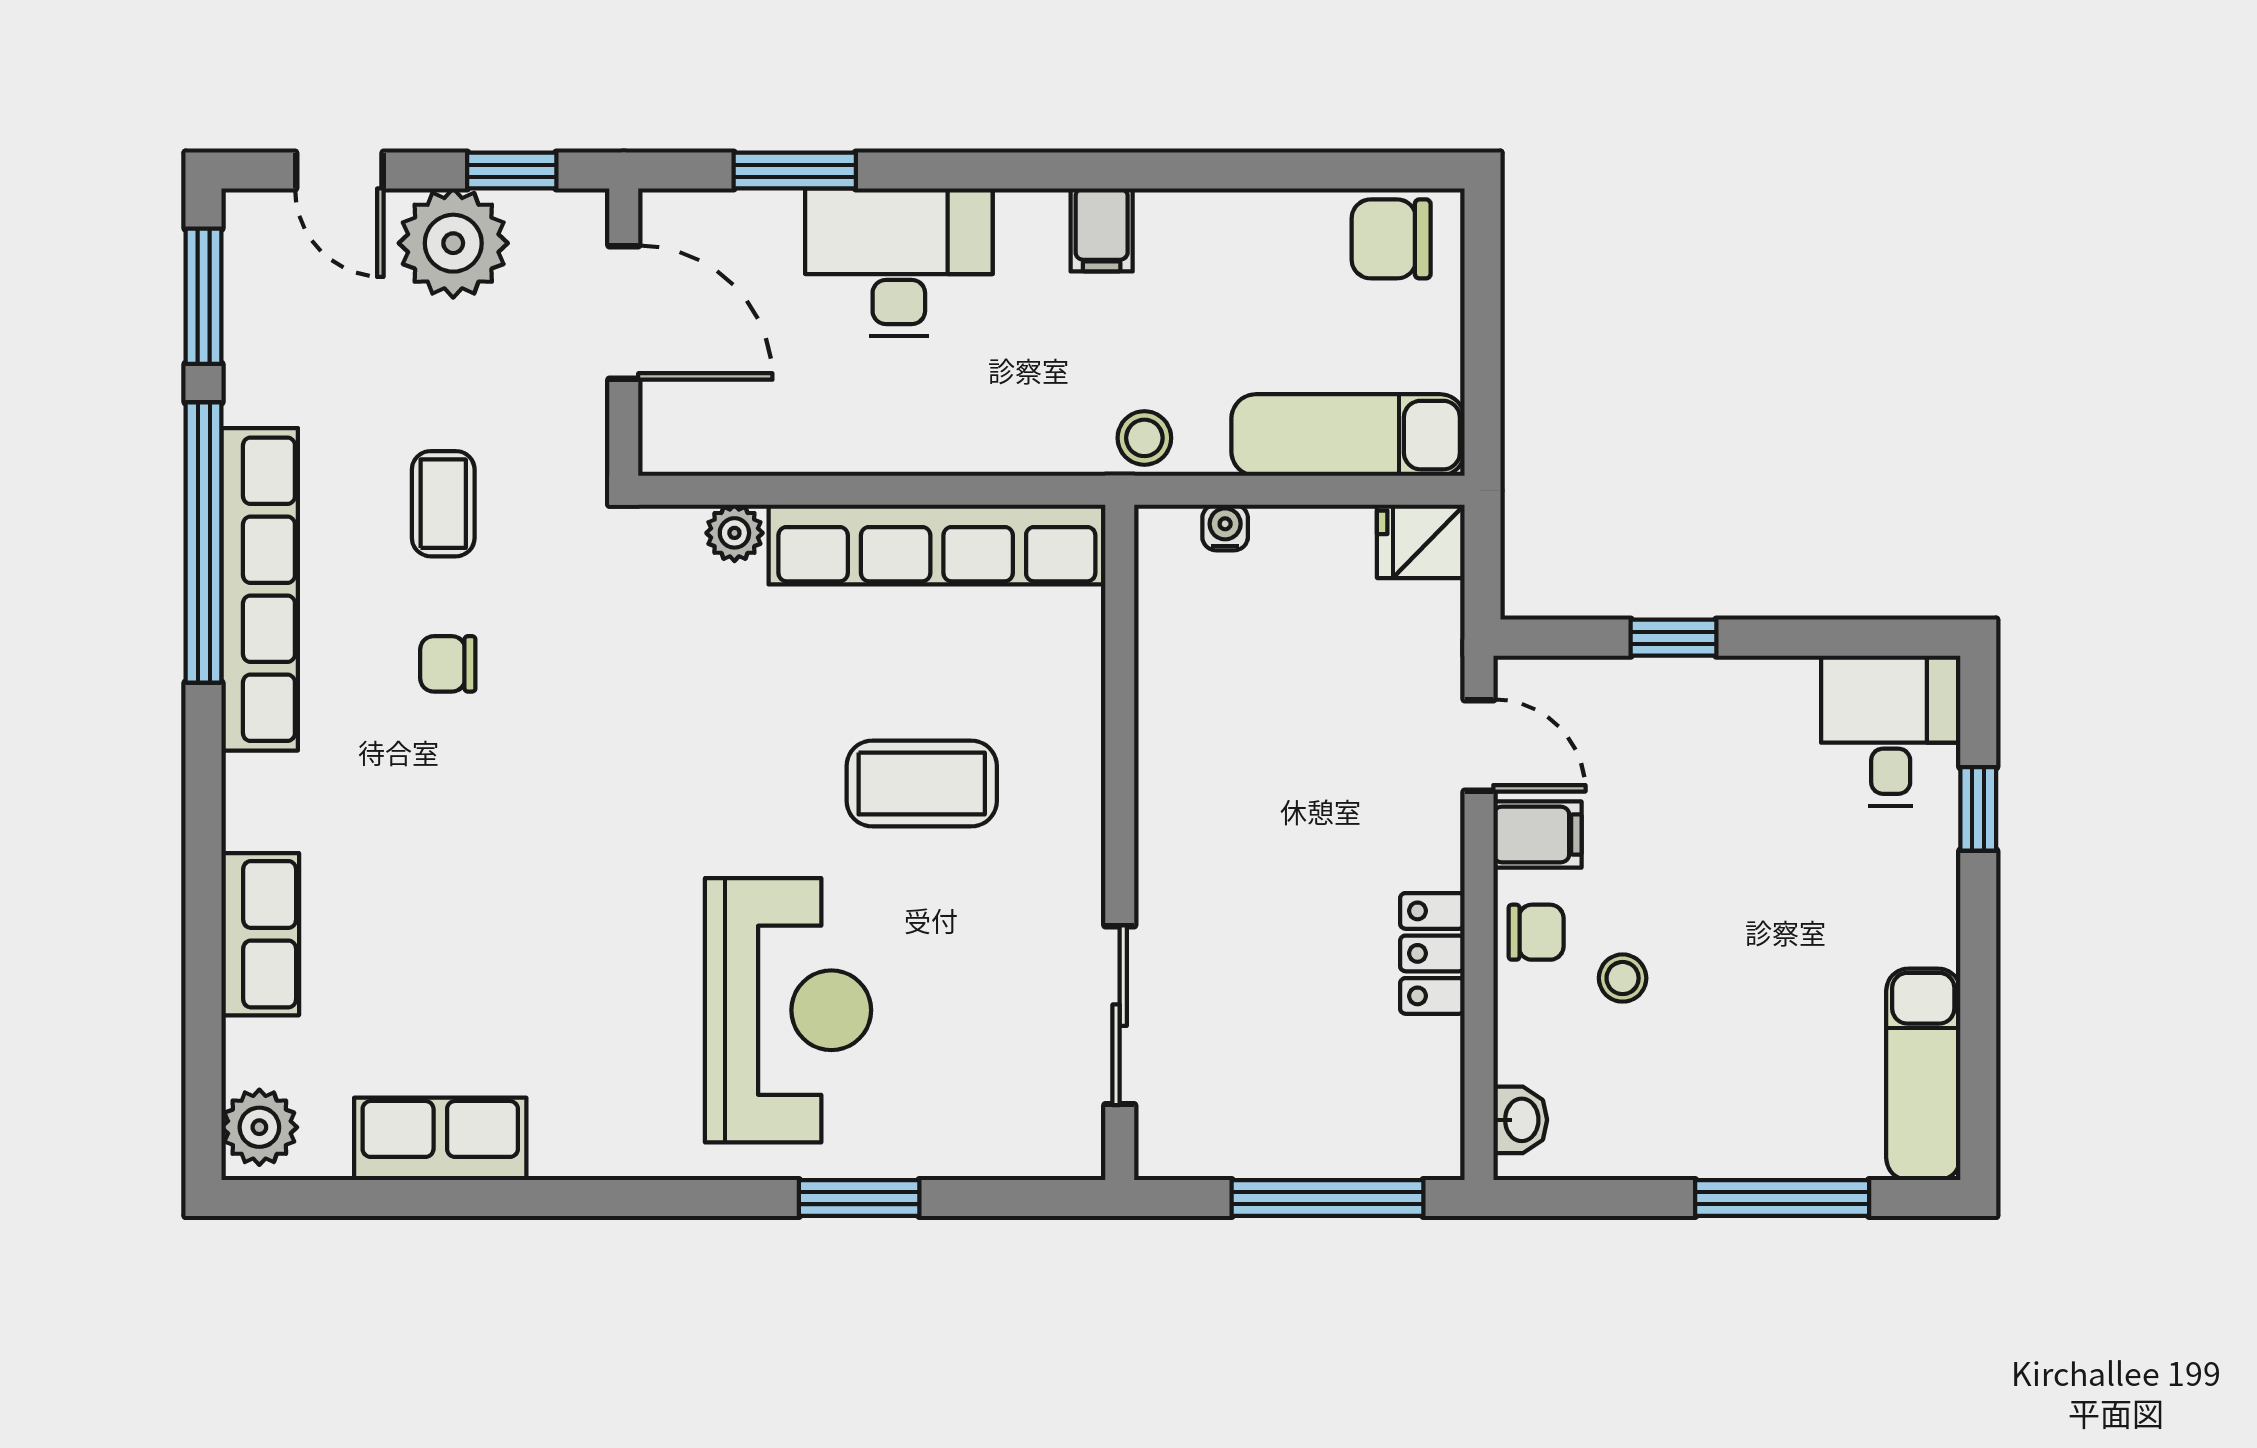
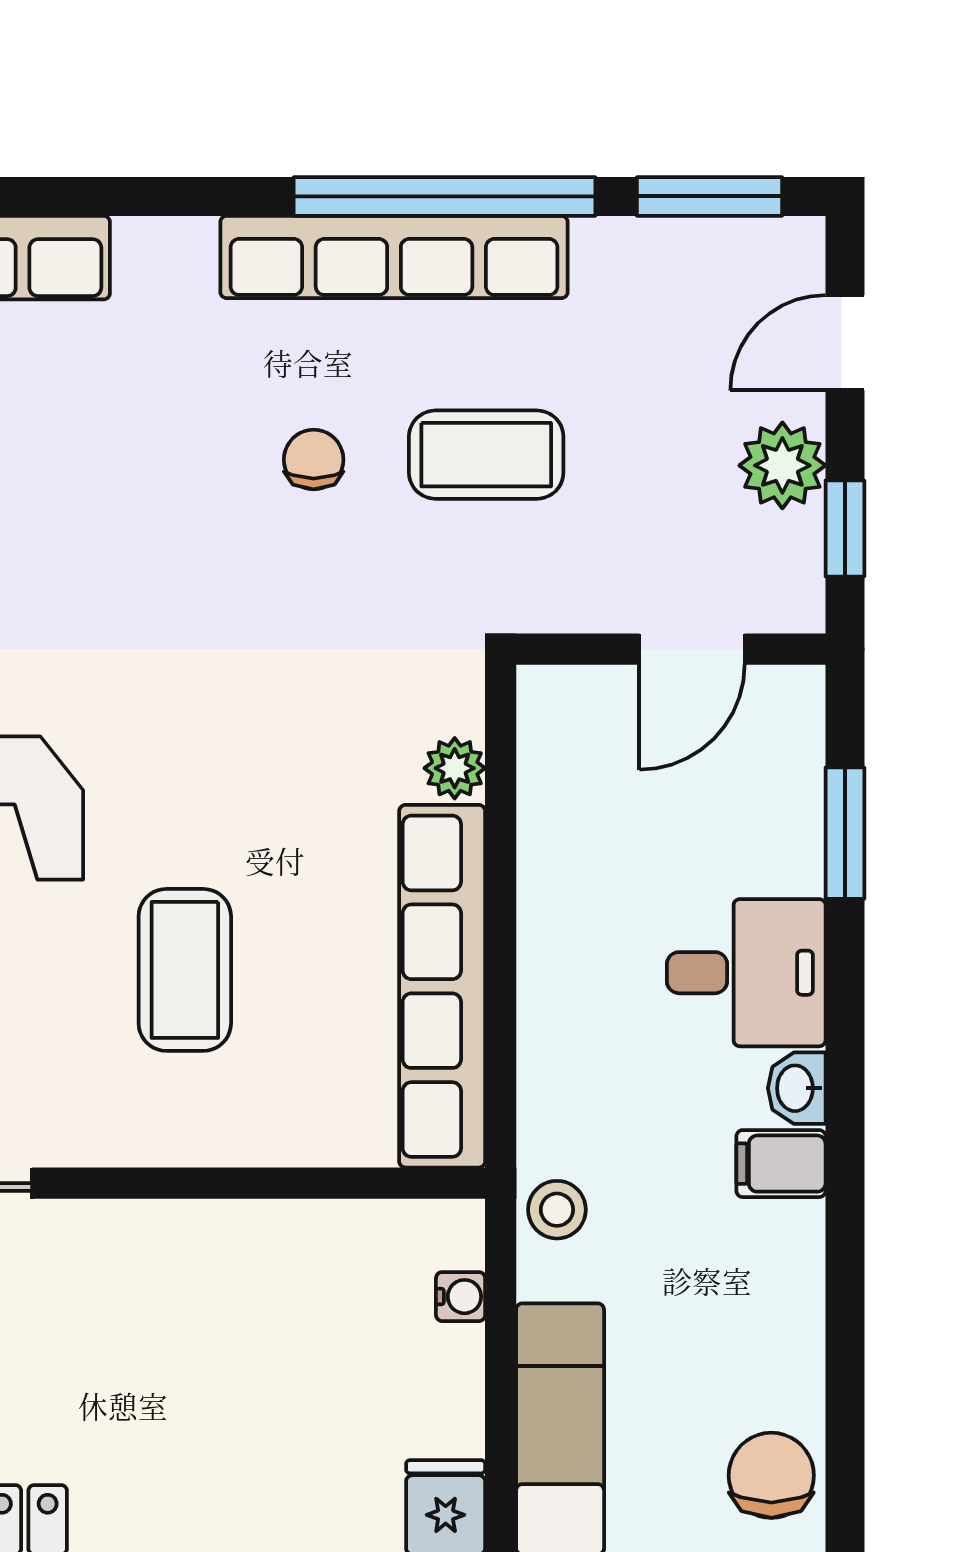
washbasin: (1032, 215) -> (797, 1088), added
plant: (453, 243) -> (782, 465), width x0.73, depth x0.73
desk: (899, 262) -> (746, 973), width x0.73
door: (624, 313) -> (692, 649), width x0.73
coffee table: (443, 504) -> (486, 455), width x1.36, depth x1.30

